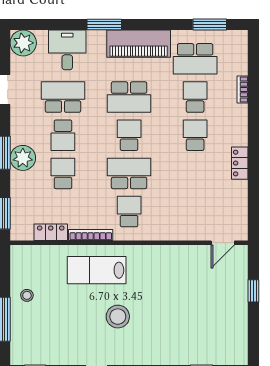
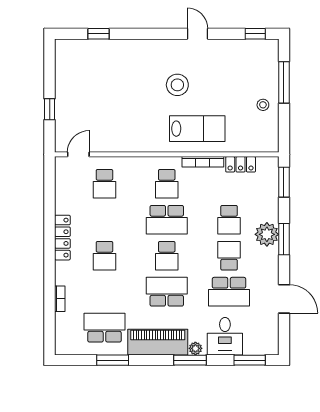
window: (41, 24) -> (250, 360), added
window: (210, 24) -> (113, 360), moved
plant: (23, 43) -> (195, 348), moved, width x0.53, depth x0.53
school desk: (195, 97) -> (104, 184), moved
locker: (240, 163) -> (62, 238), width x1.53

